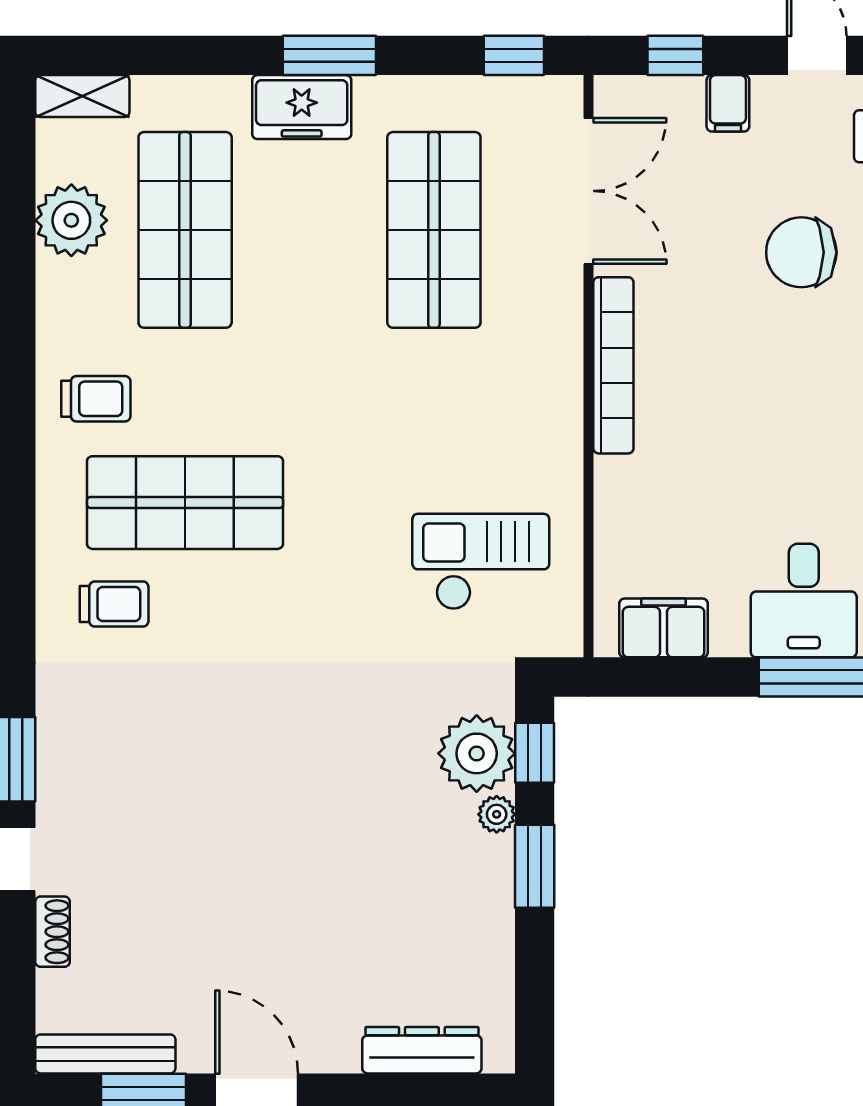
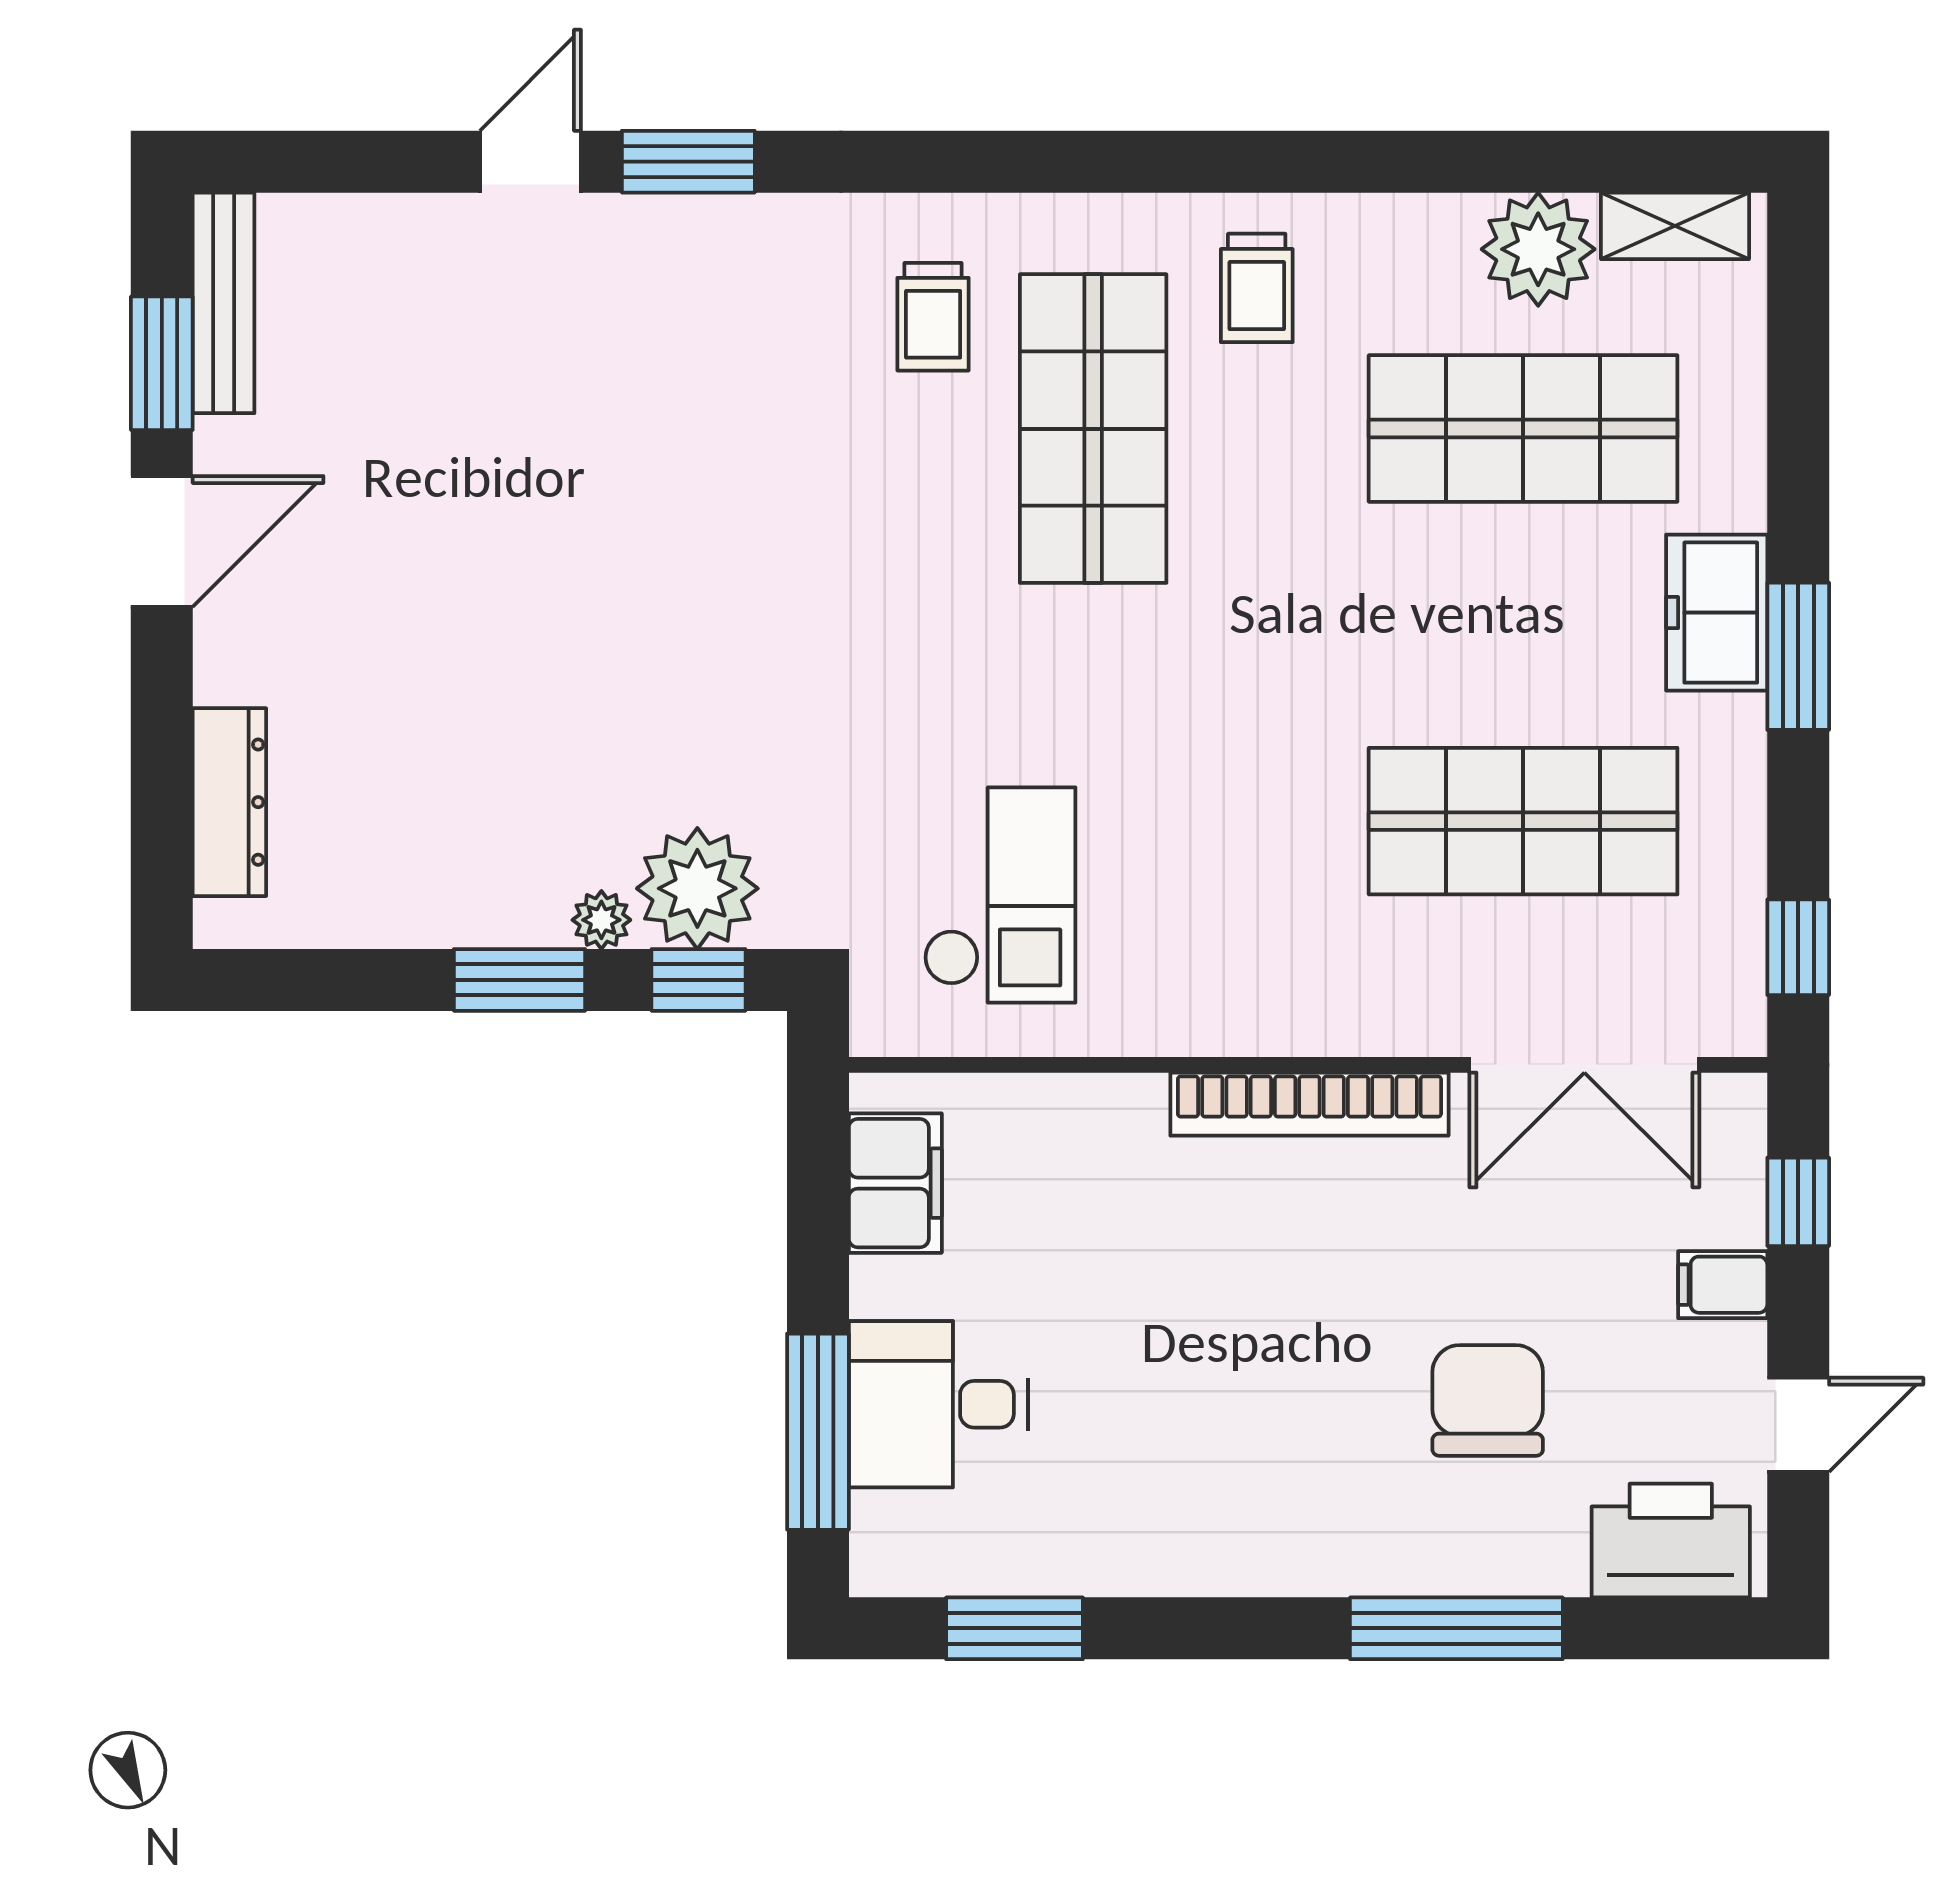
shelving: (82, 96) -> (1675, 226), moved, turned 90
shoe rack: (53, 932) -> (416, 220), removed

